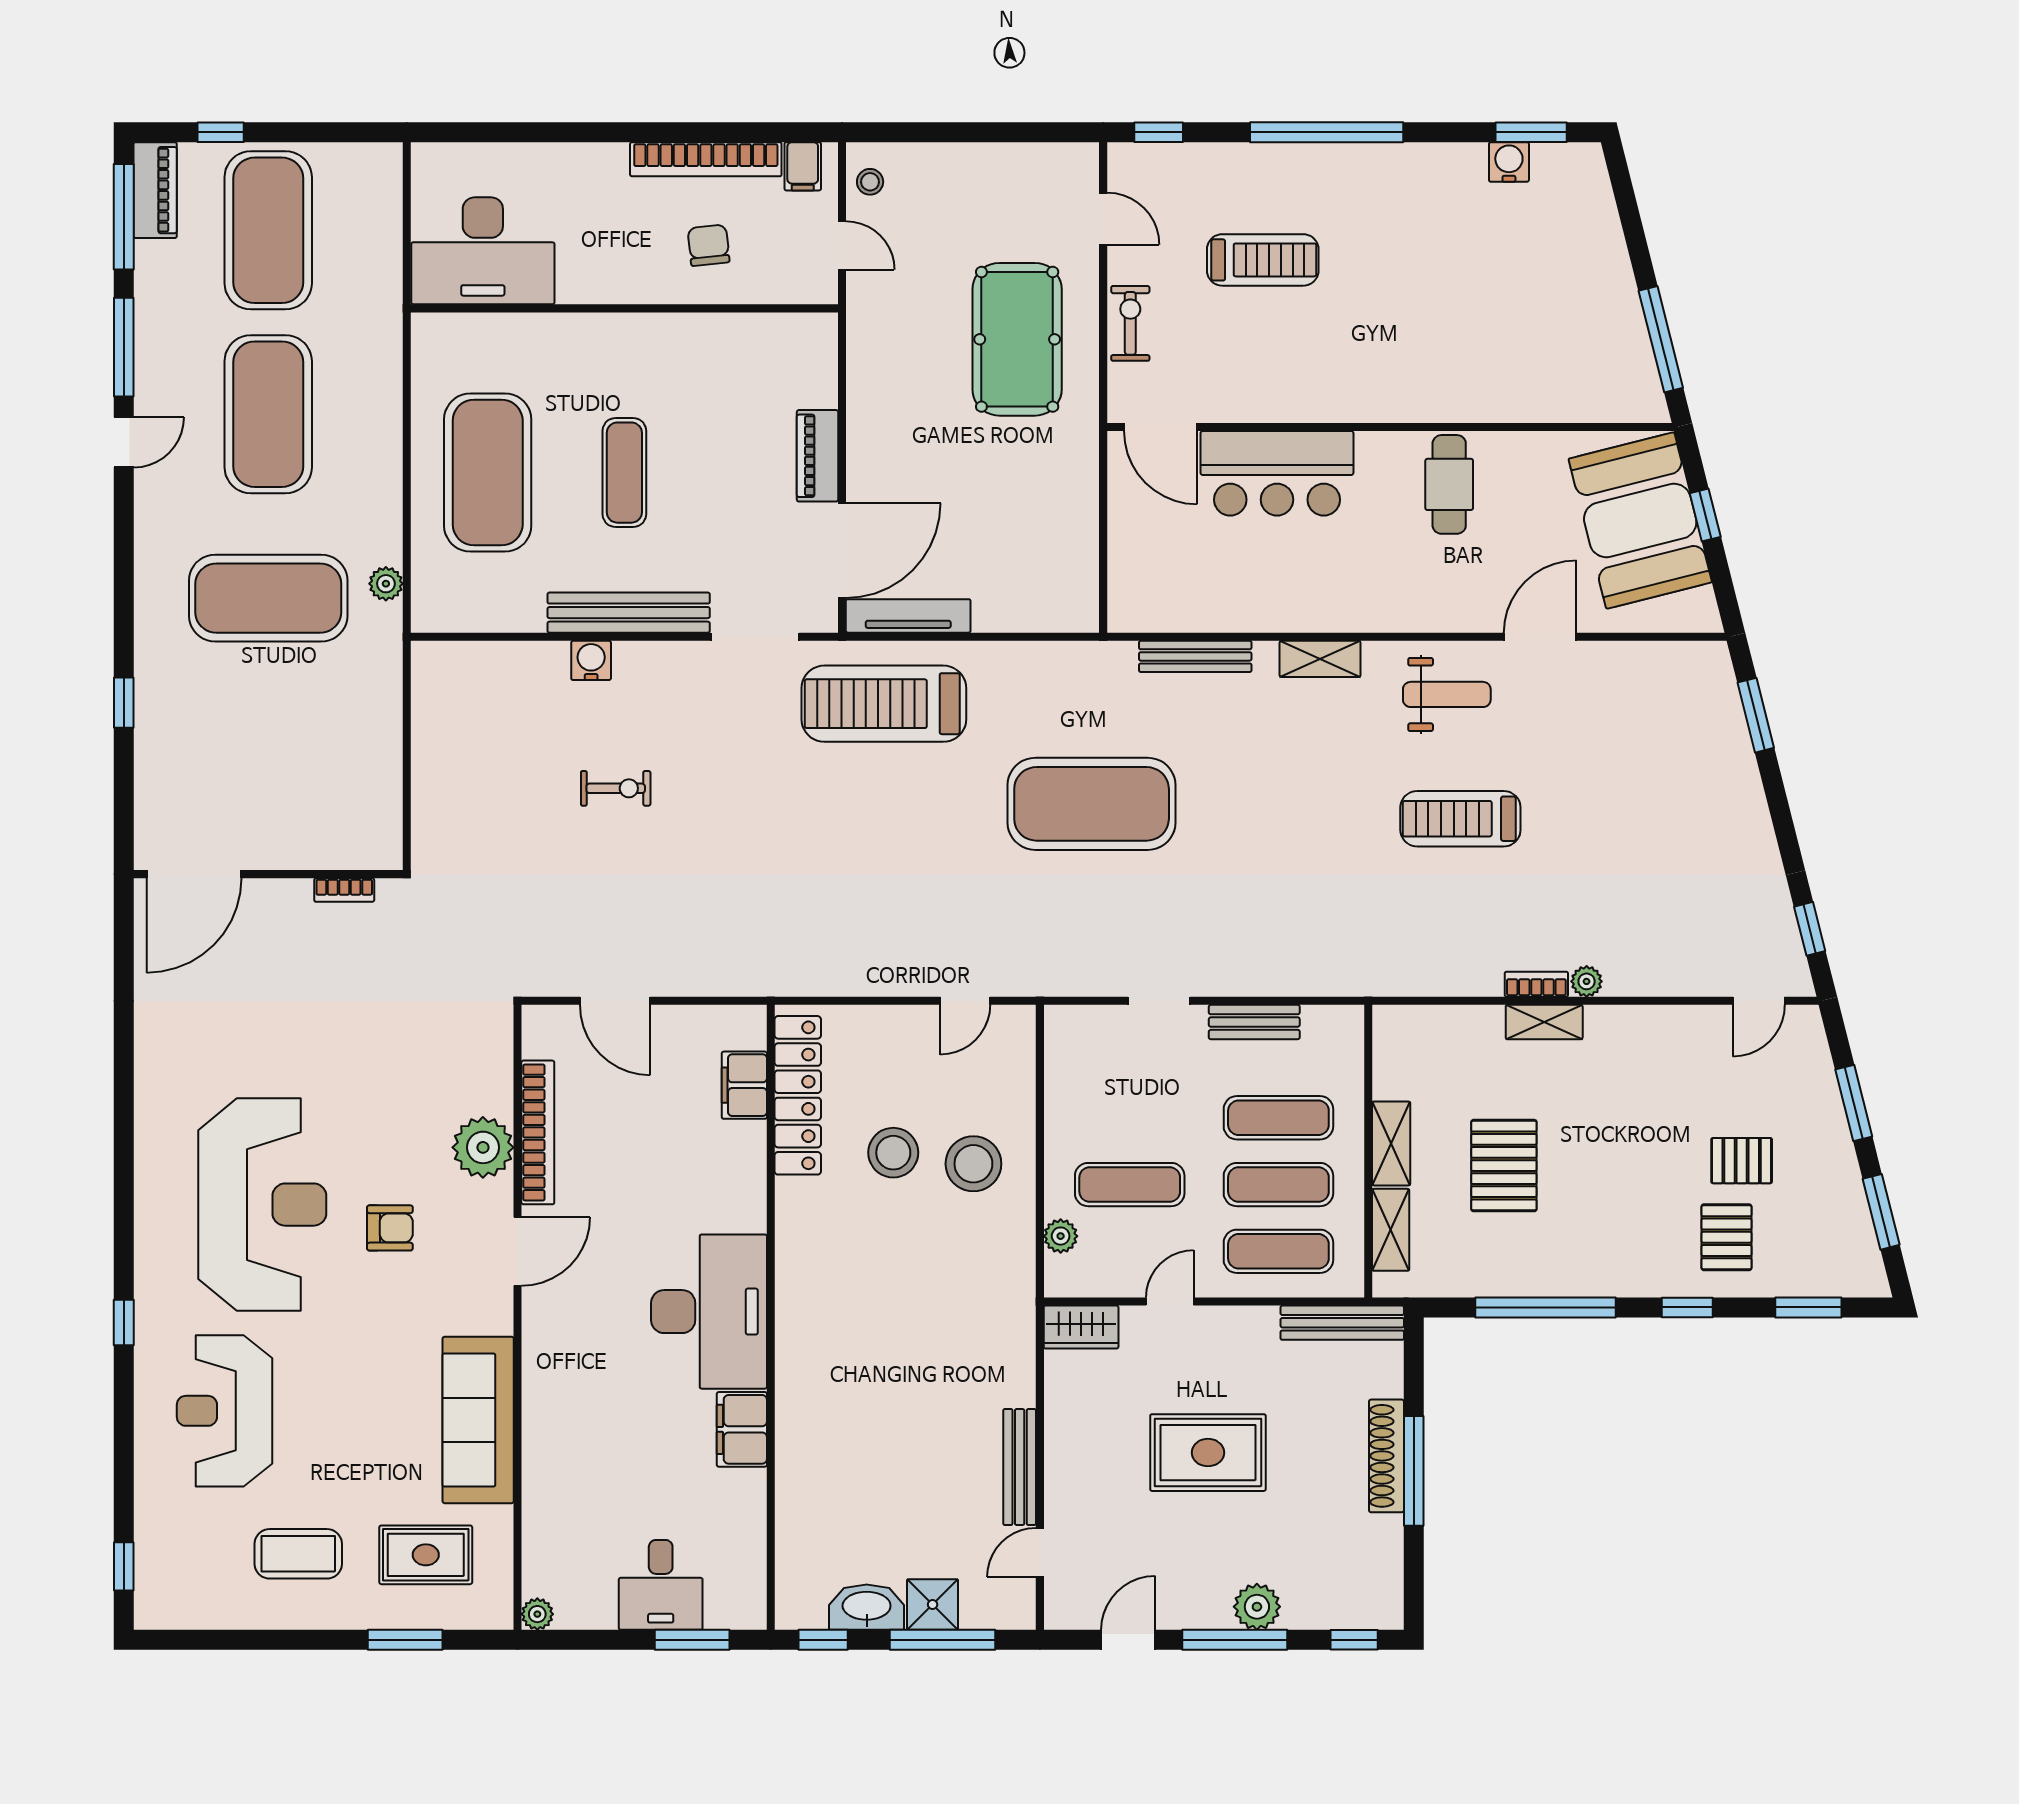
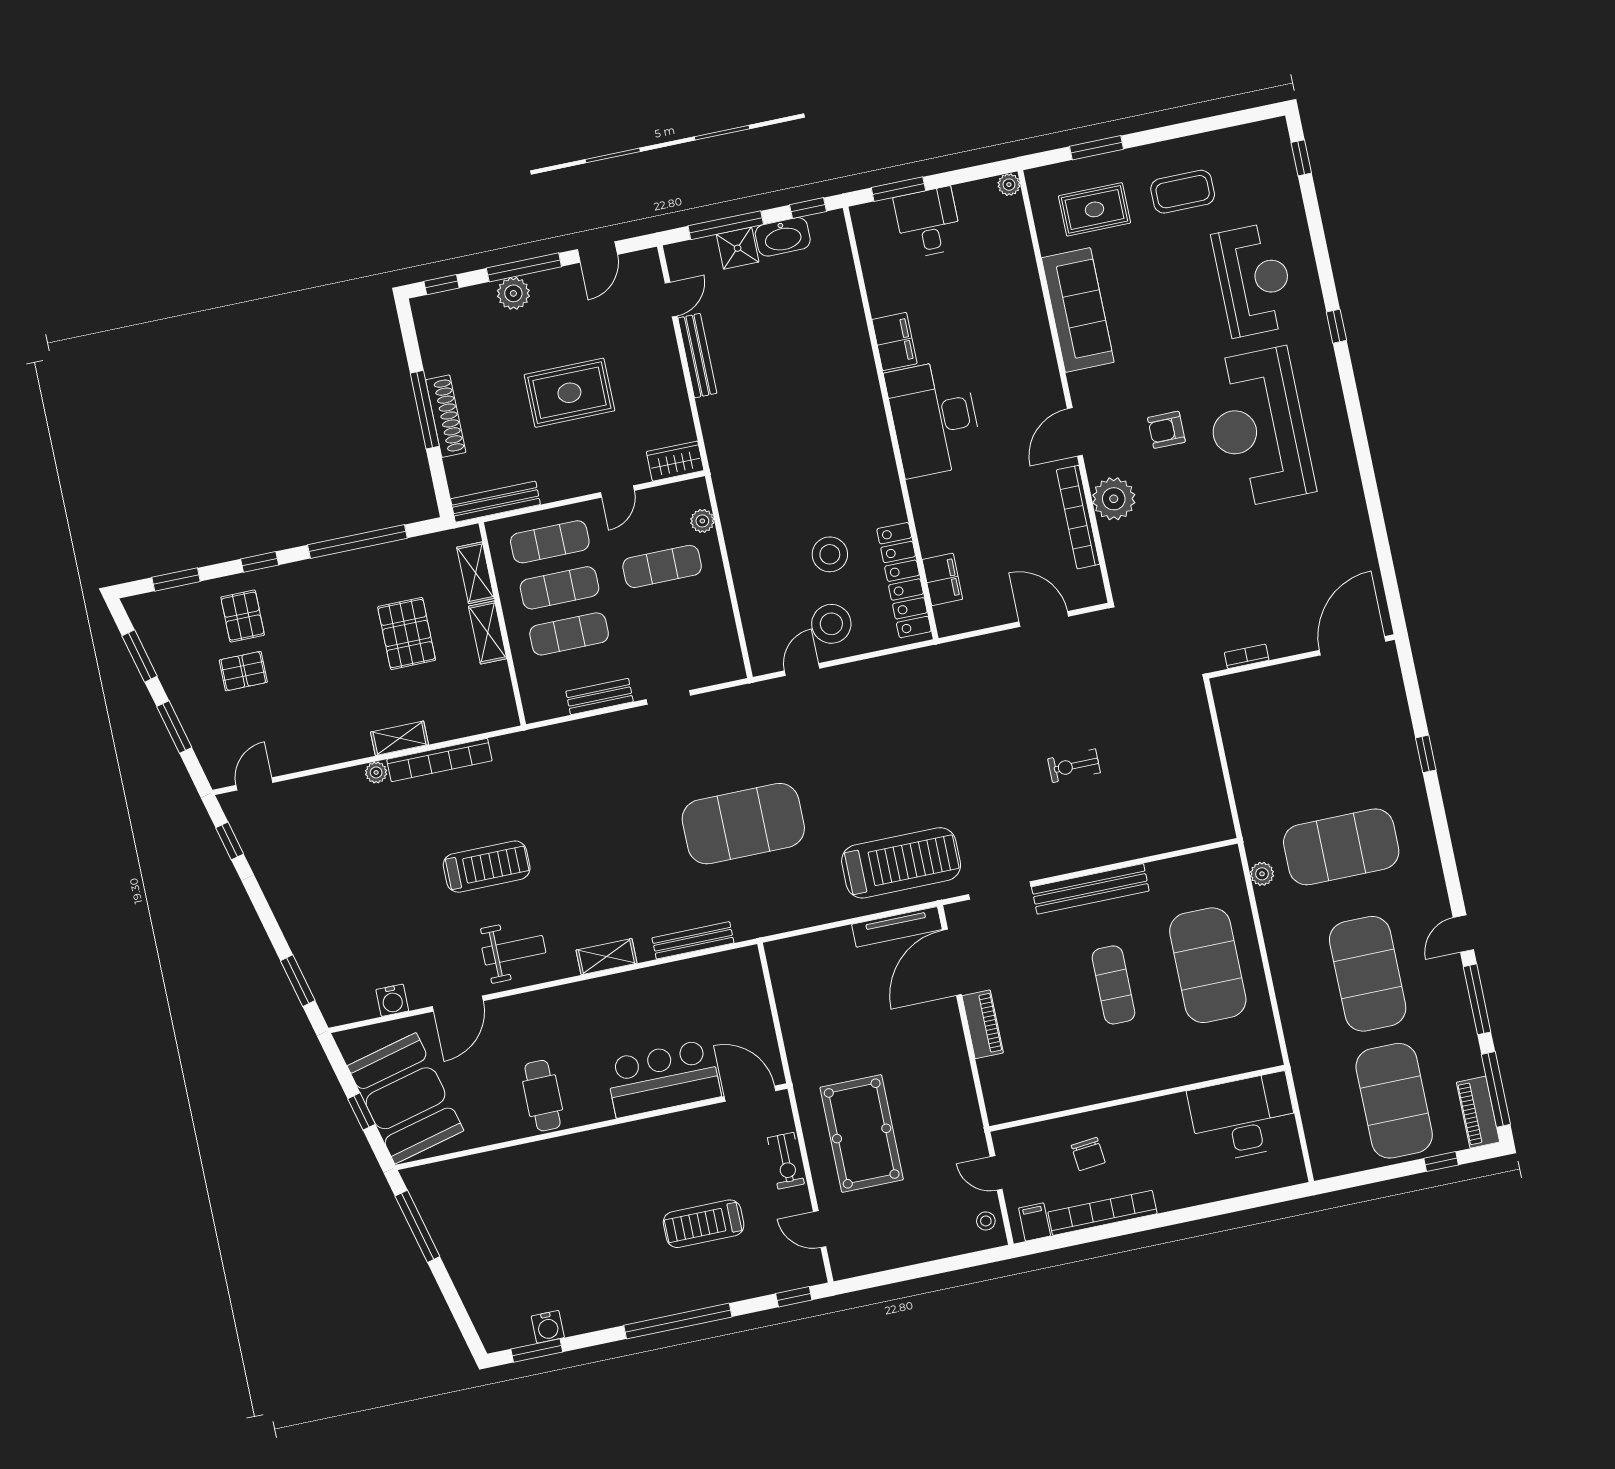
water cooler: (591, 660) -> (392, 1000), moved
weight bench: (1447, 694) -> (514, 950), turned 180
bookcase: (1536, 984) -> (439, 760), width x2.31, depth x1.31
stool: (973, 1164) -> (831, 624), moved

